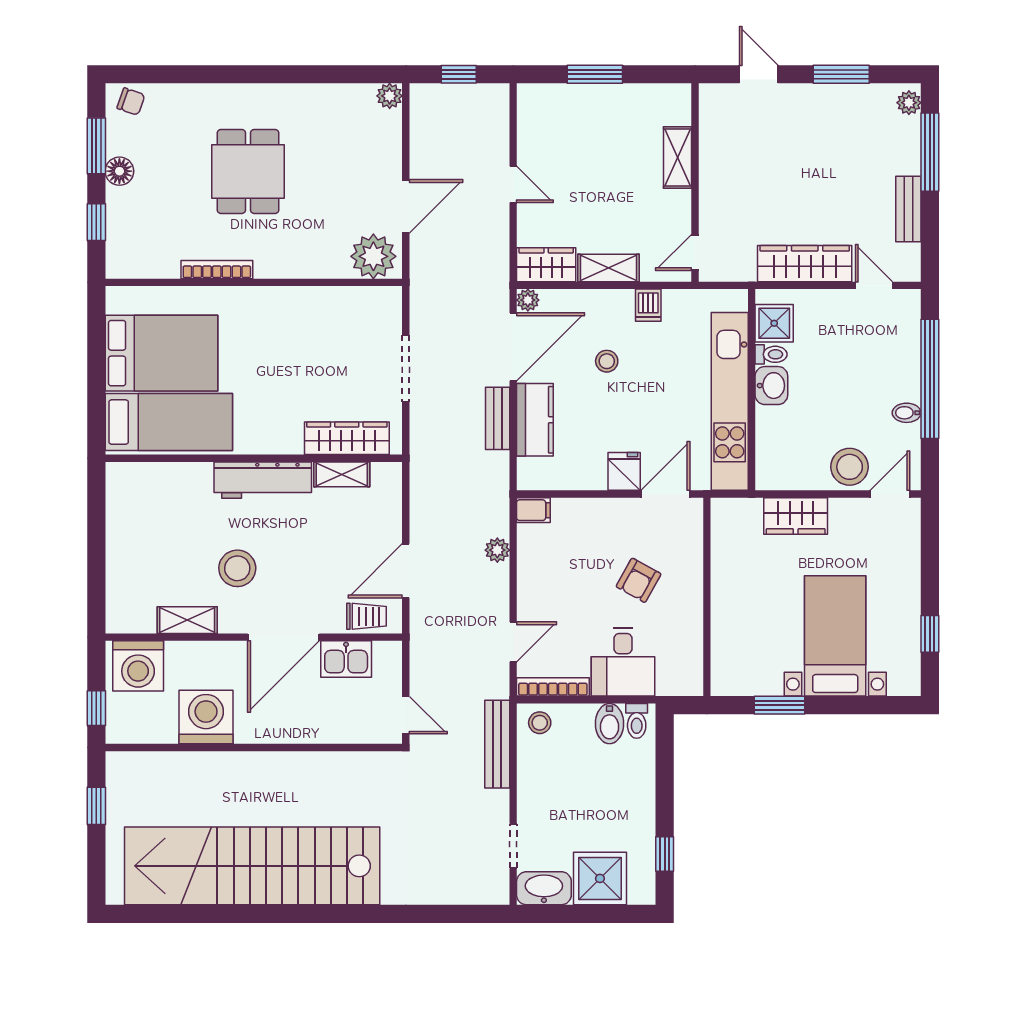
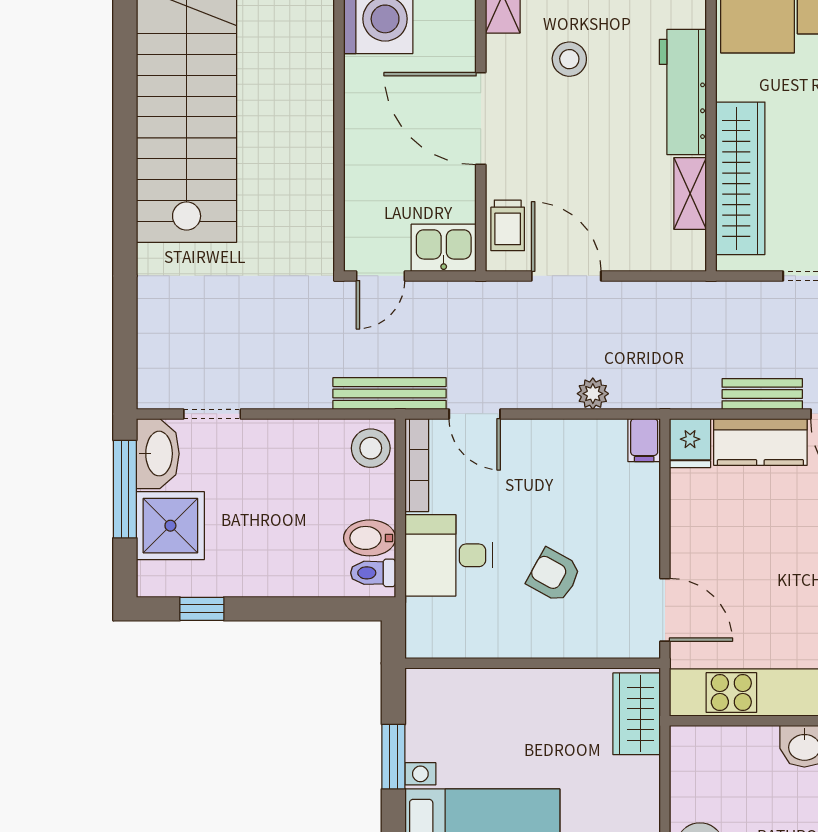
wardrobe: (347, 438) -> (740, 178), width x1.40, depth x1.17
fridge: (624, 471) -> (690, 443), moved, turned 90
wardrobe: (796, 516) -> (637, 714), moved
stool: (237, 568) -> (569, 59), width x0.73, depth x0.73
kitchen sink: (346, 659) -> (444, 248), moved, turned 90
stool: (540, 723) -> (371, 448), width x1.37, depth x1.37
bench: (497, 744) -> (390, 394), moved
window: (572, 914) -> (125, 489), added

